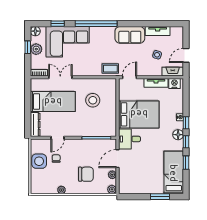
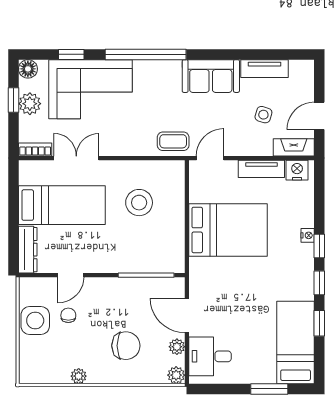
floor lamp: (178, 135) -> (304, 269), removed
desk: (129, 139) -> (210, 356), moved
door: (117, 159) -> (187, 315), hinge flipped

